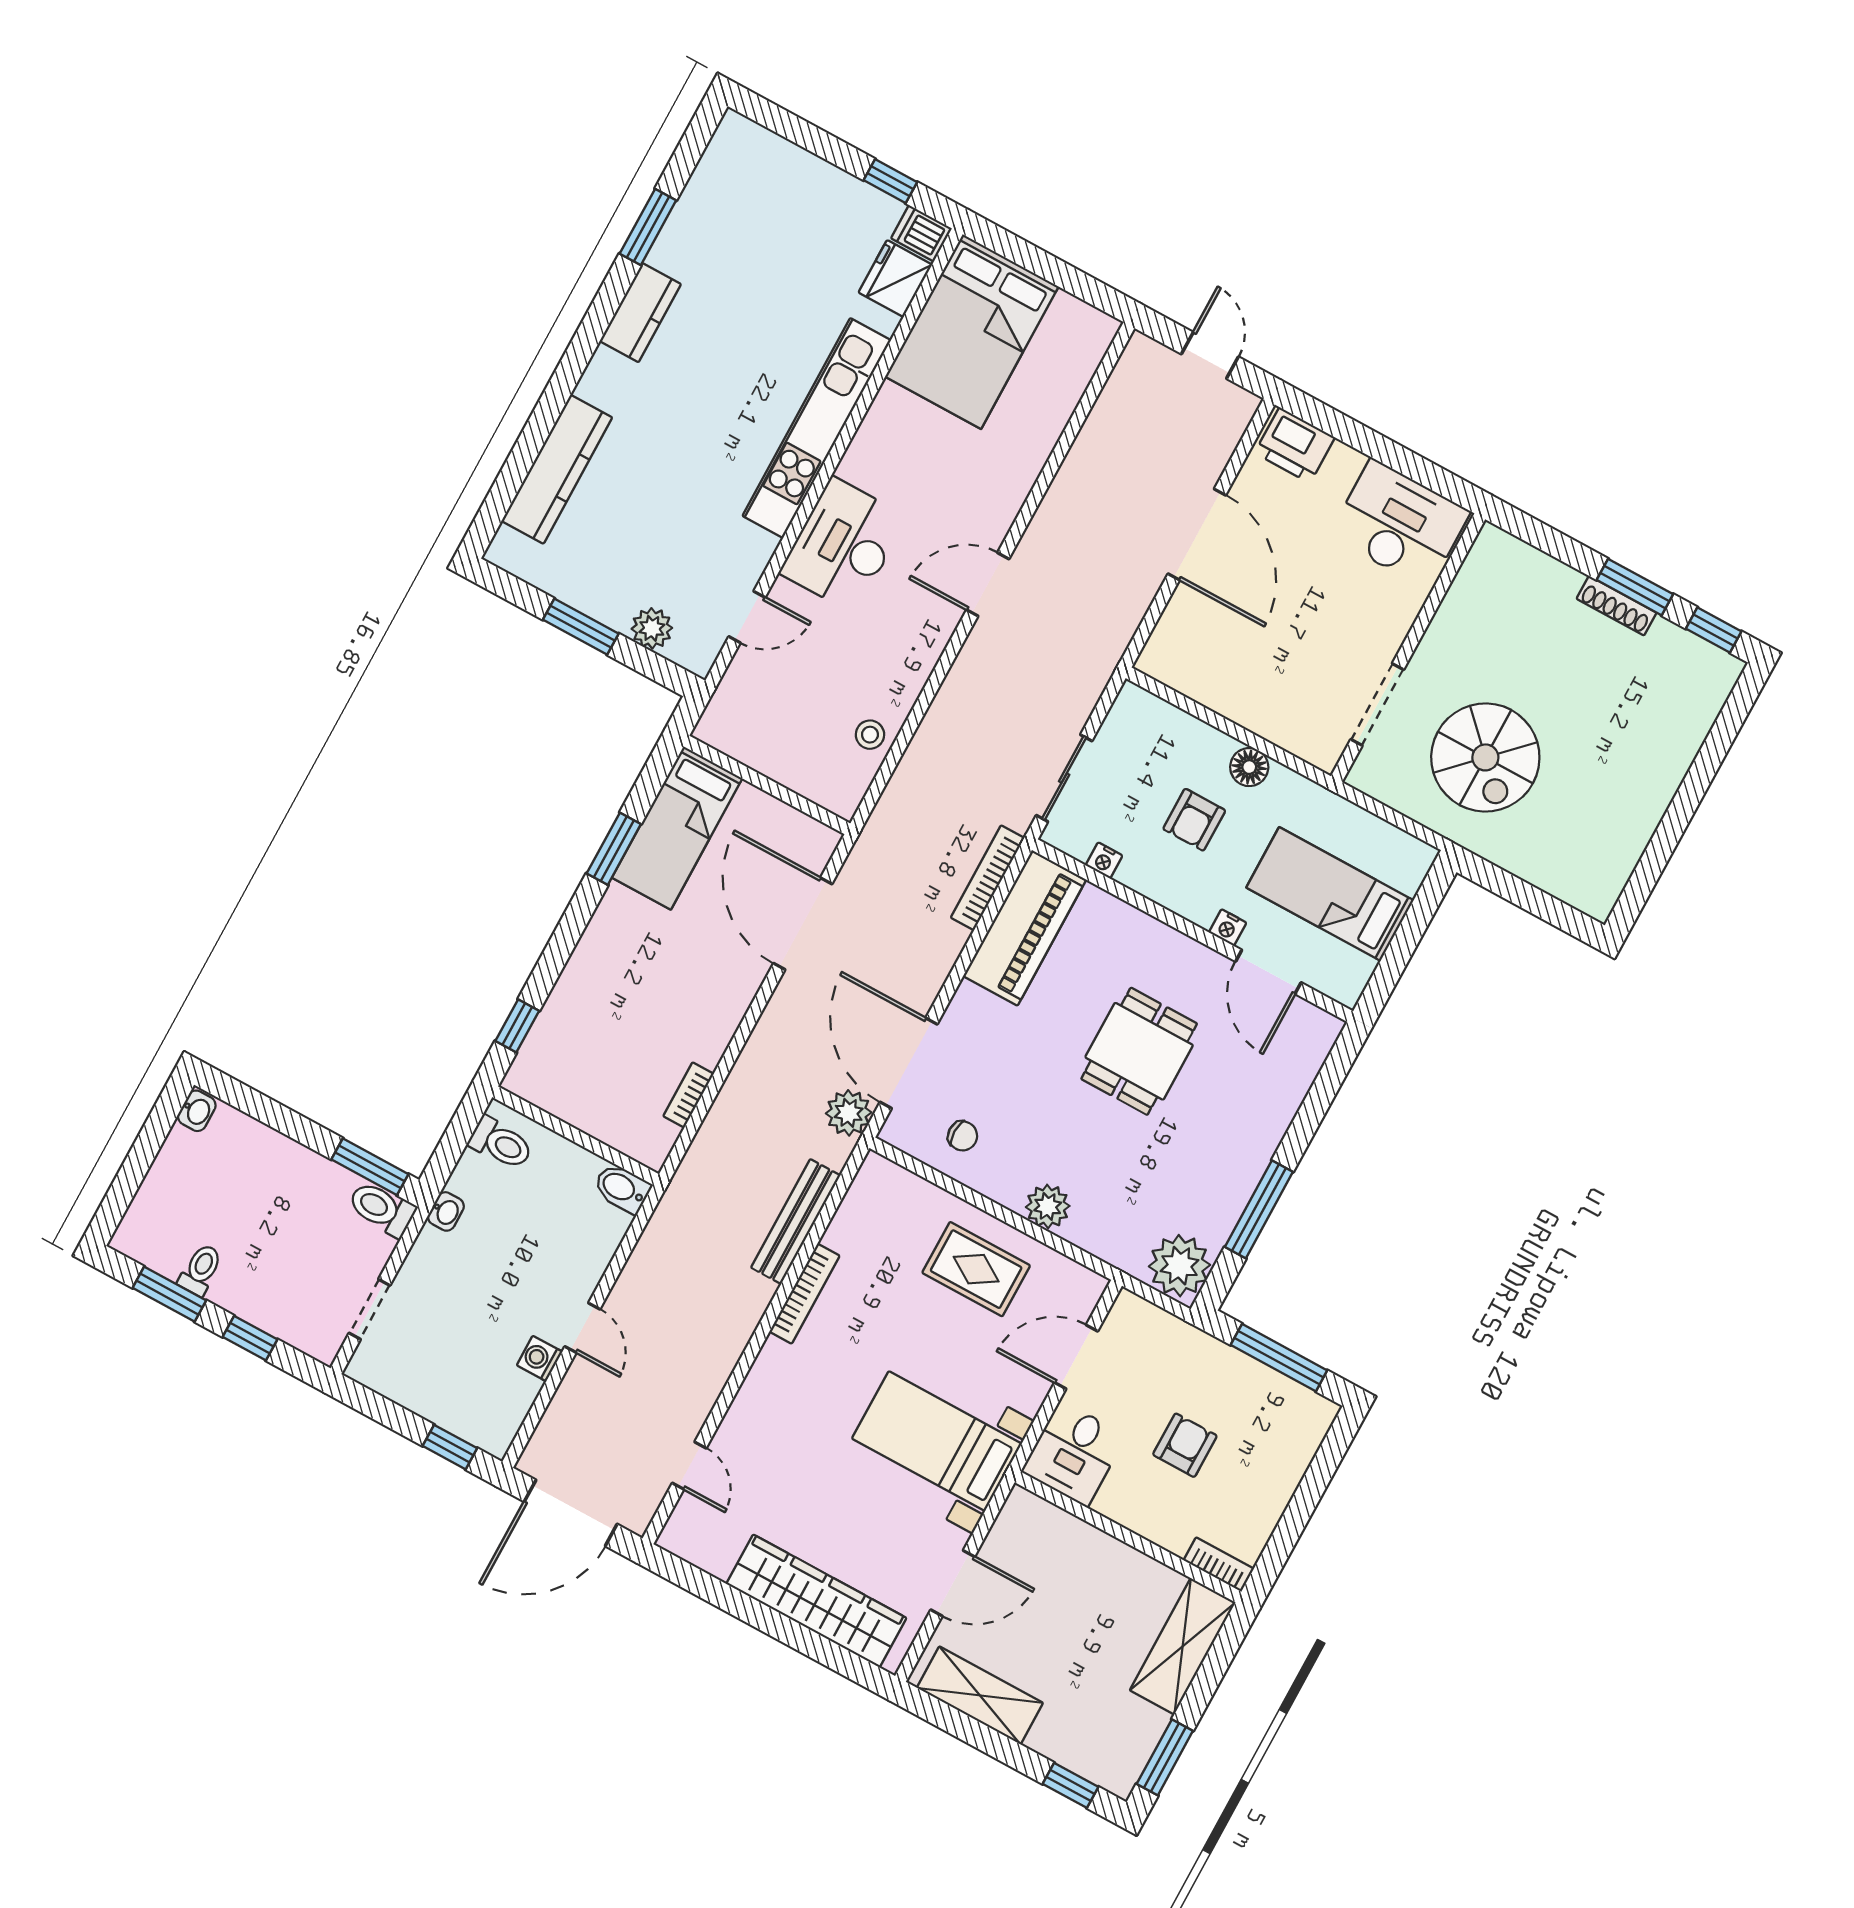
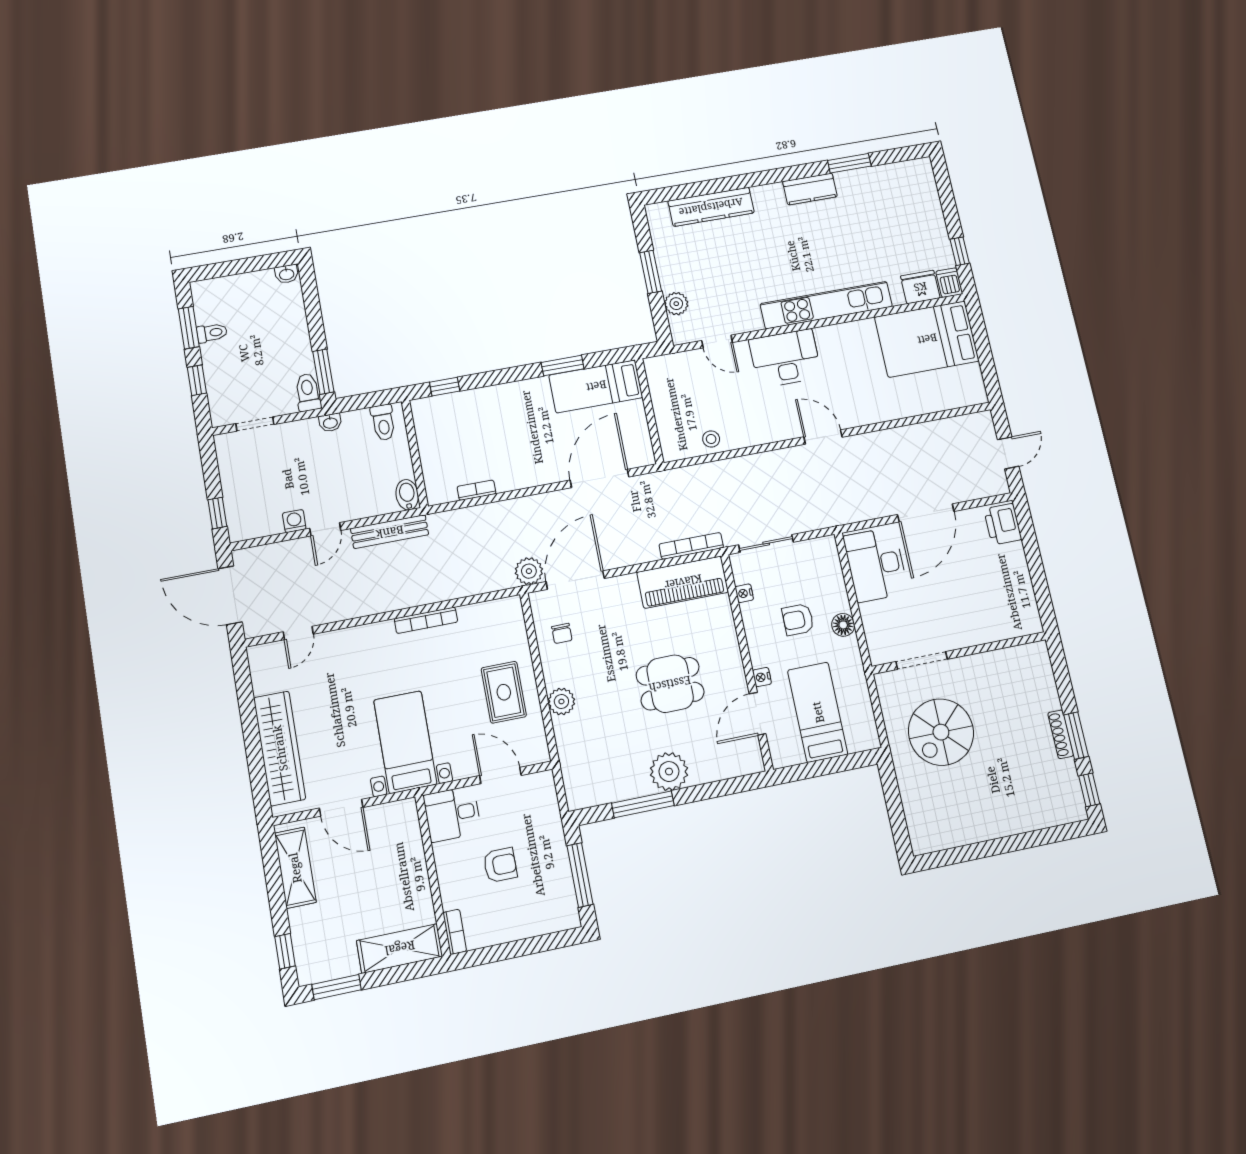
desk: (1400, 524) -> (876, 565), moved, turned 180
bench: (796, 1222) -> (390, 532), moved
plant: (1179, 1266) -> (669, 772), moved

